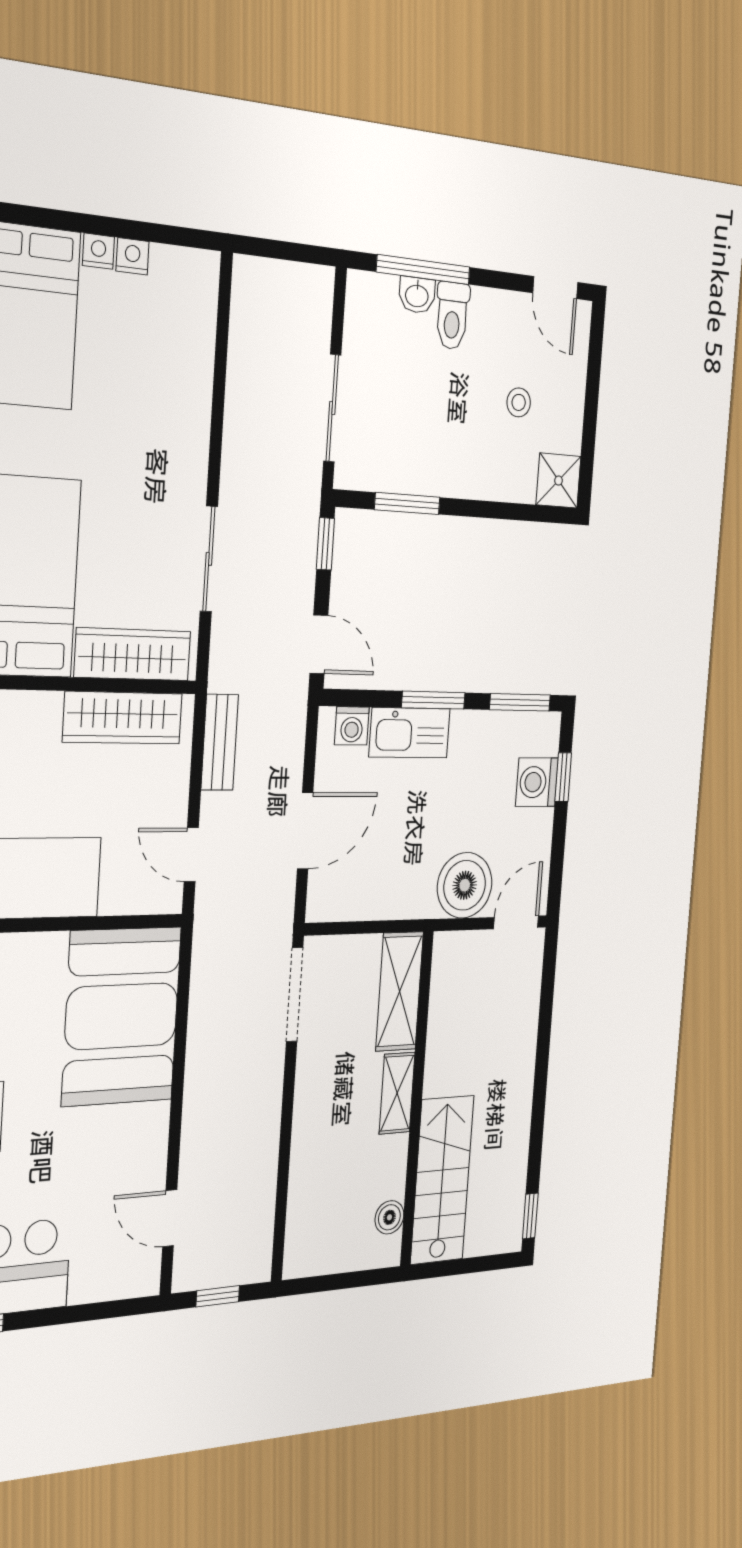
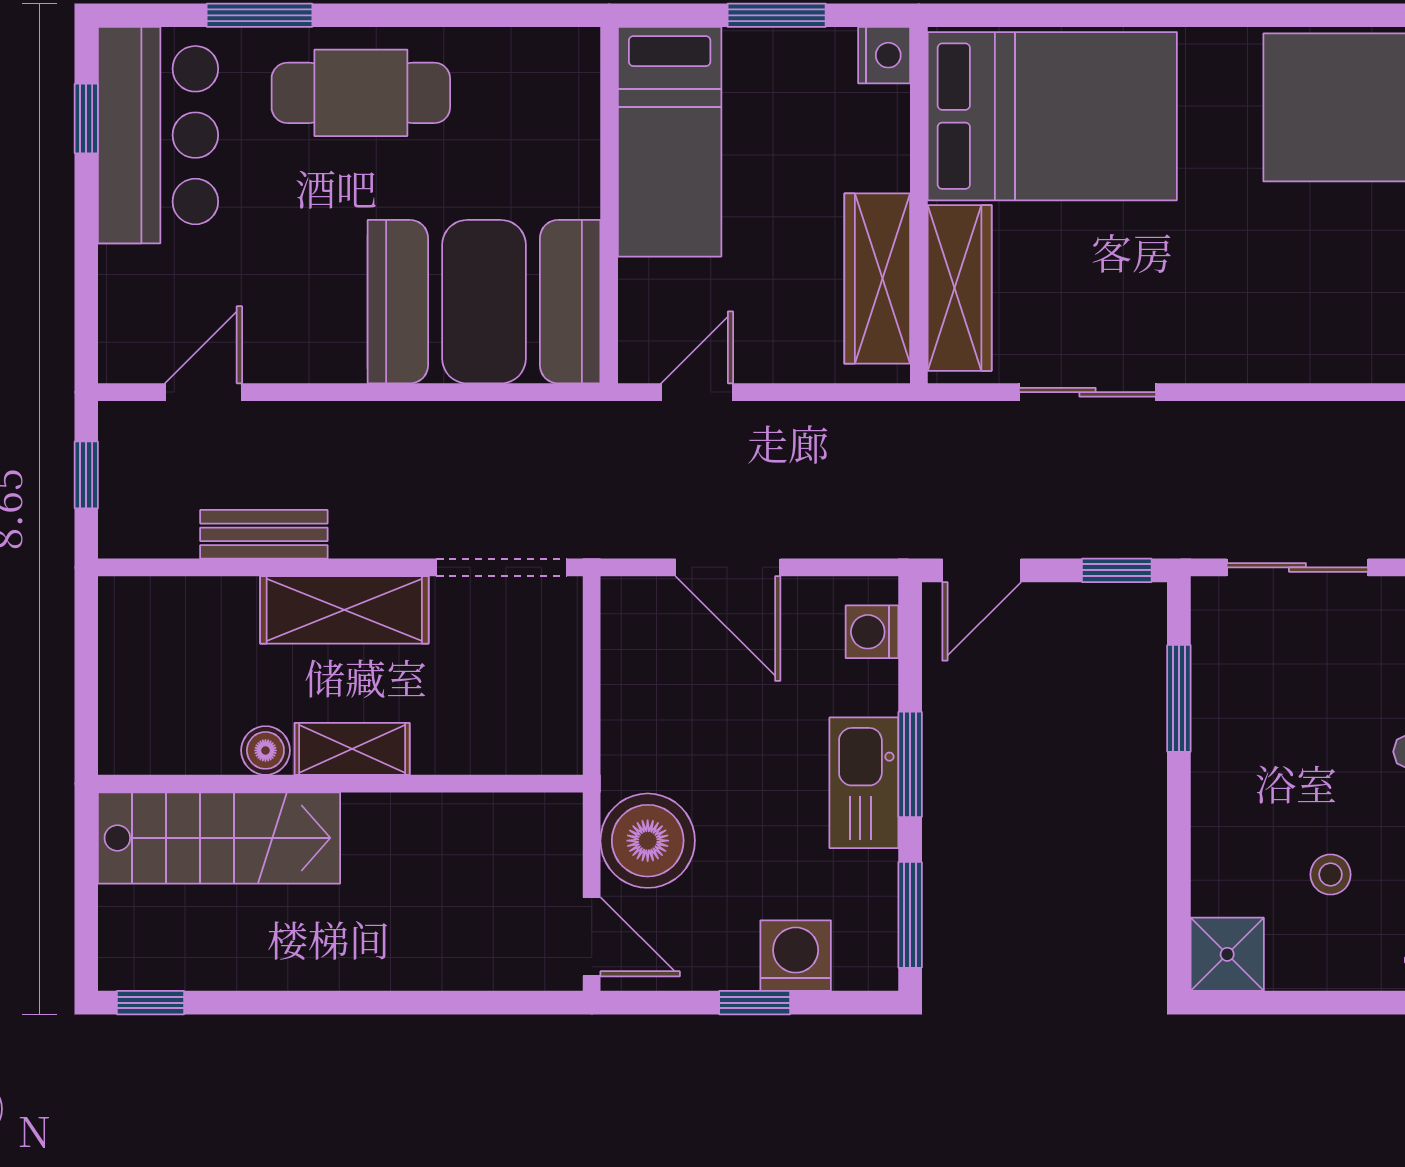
kitchen sink: (410, 733) -> (864, 783), moved
bench: (220, 742) -> (264, 534), moved
window: (563, 777) -> (755, 1003), moved
shelving: (400, 991) -> (344, 610), moved
boiler: (389, 1217) -> (265, 750), moved

